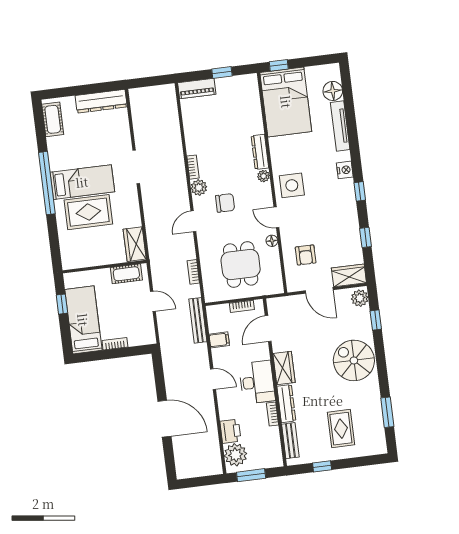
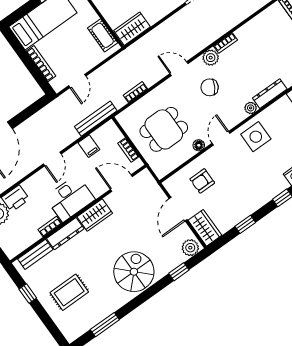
chair: (225, 203) -> (210, 87), turned 120
door: (153, 301) -> (77, 81), moved
bookcase: (115, 344) -> (41, 64), width x1.56

